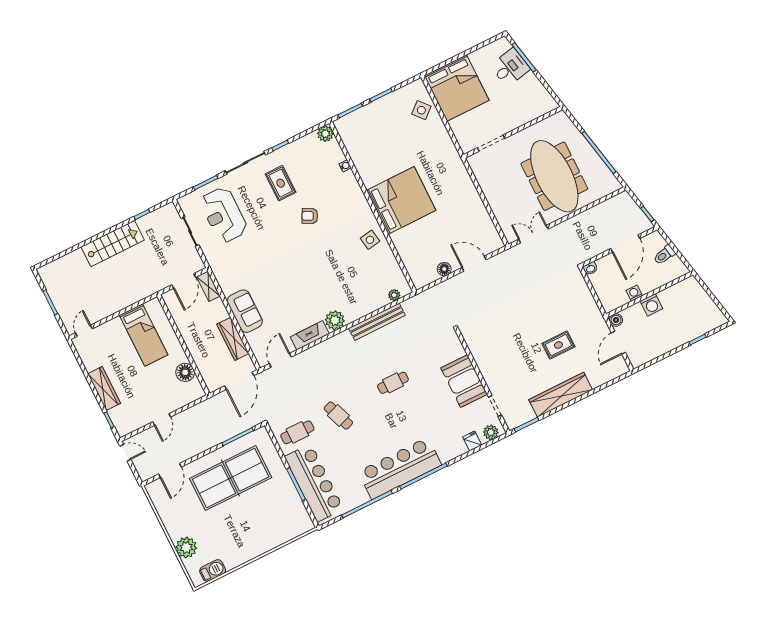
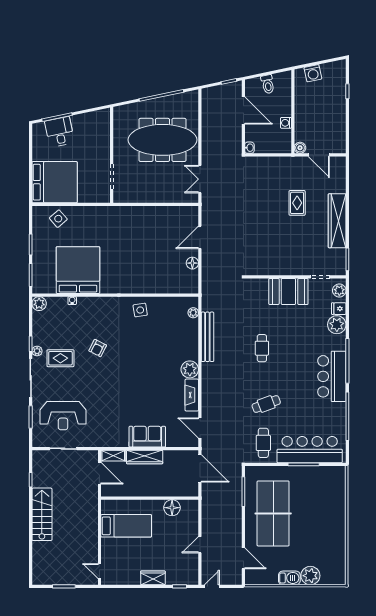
plant: (276, 156) -> (37, 351), added
bed: (401, 200) -> (78, 270), moved
washing machine: (651, 305) -> (313, 73), moved, turned 78
wardrobe: (233, 339) -> (145, 457), moved
wardrobe: (104, 389) -> (153, 578), width x0.67
door: (162, 419) -> (200, 545), swing flipped
plant: (455, 447) -> (337, 325), added
bar counter: (400, 468) -> (332, 376), width x0.73
barbecue: (213, 571) -> (289, 578), moved, turned 90

